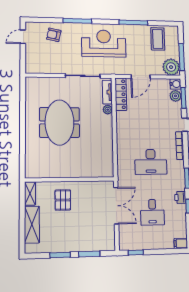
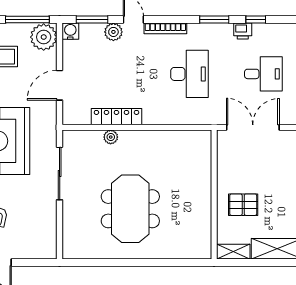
door: (141, 77) -> (60, 85), swing flipped
tv unit: (107, 92) -> (84, 137), removed
locker: (121, 94) -> (116, 117), moved
plant: (175, 96) -> (113, 32), moved
meeting table: (60, 122) -> (130, 209), turned 90

